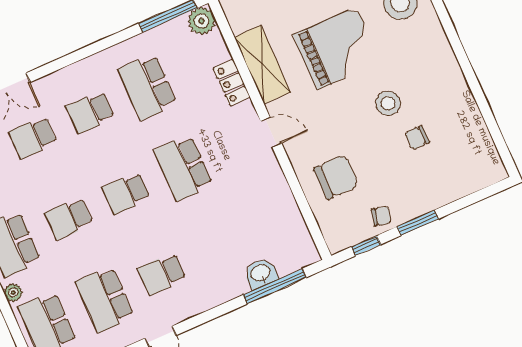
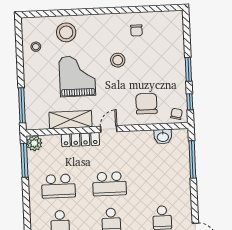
locker: (232, 83) -> (80, 140), width x1.53
chair: (417, 138) -> (136, 30), moved
chair: (381, 216) -> (177, 114), moved
washbasin: (261, 273) -> (163, 137), moved, turned -90

